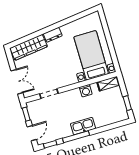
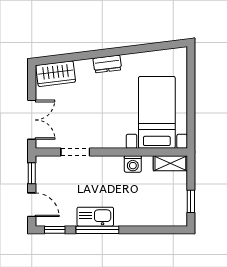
wardrobe: (29, 47) -> (56, 74), width x0.67
kitchen sink: (83, 126) -> (95, 217), moved
door: (32, 133) -> (32, 205), hinge flipped

